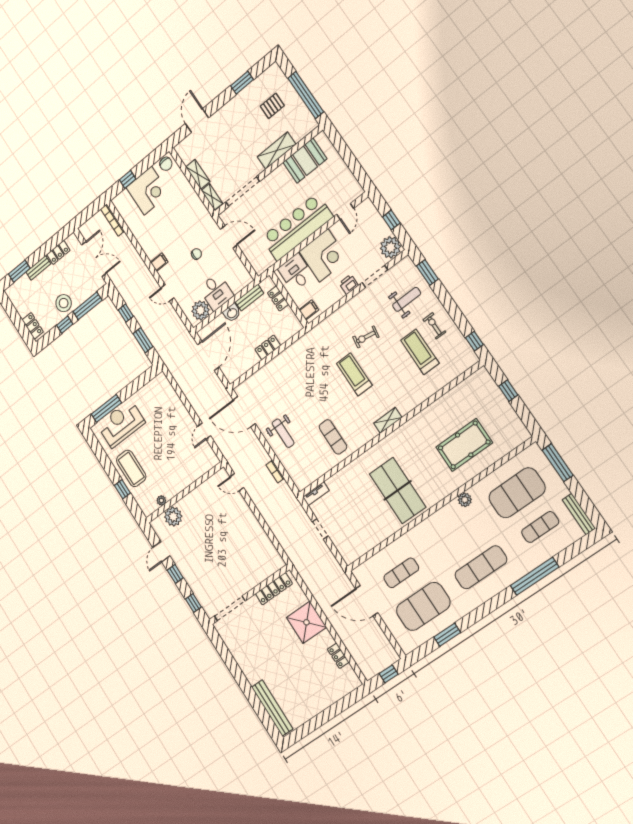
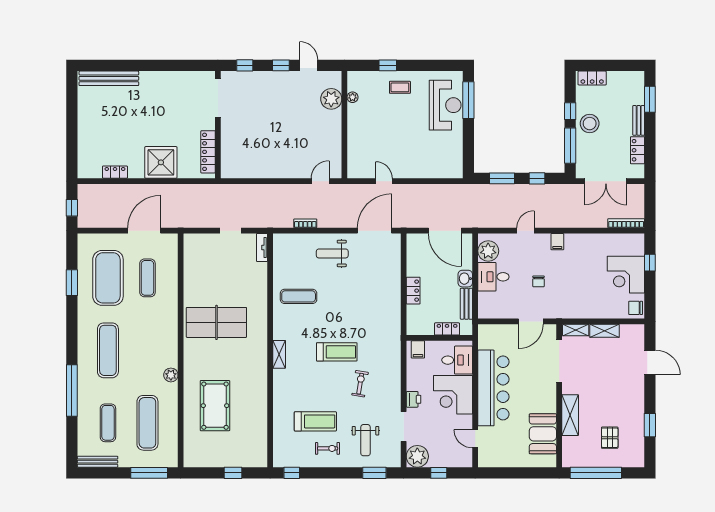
coffee table: (131, 468) -> (400, 87), width x0.54, depth x0.58
exercise mat: (517, 493) -> (147, 423), width x0.68

